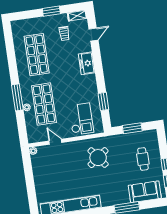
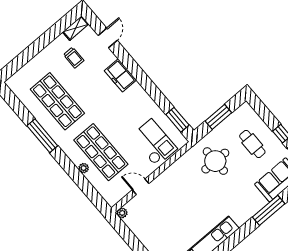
window: (51, 11) -> (43, 41), removed
window: (17, 97) -> (42, 136), moved
window: (103, 101) -> (177, 120), moved
round table: (98, 158) -> (215, 161), moved, turned 37

